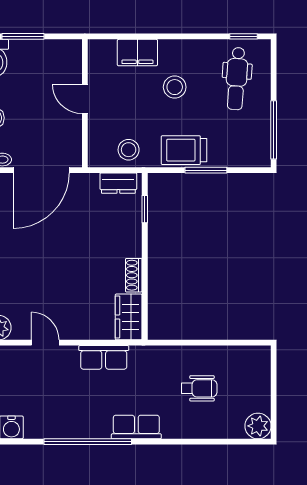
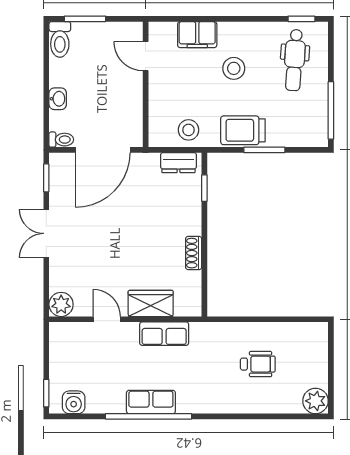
door: (85, 99) -> (146, 56), moved
wardrobe: (129, 317) -> (151, 303), moved, turned 90
row of seats: (136, 427) -> (151, 402), moved

